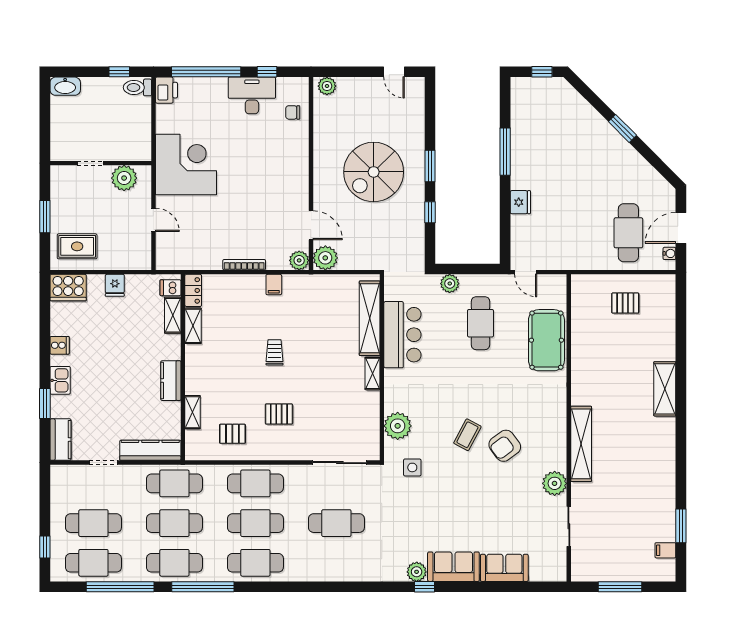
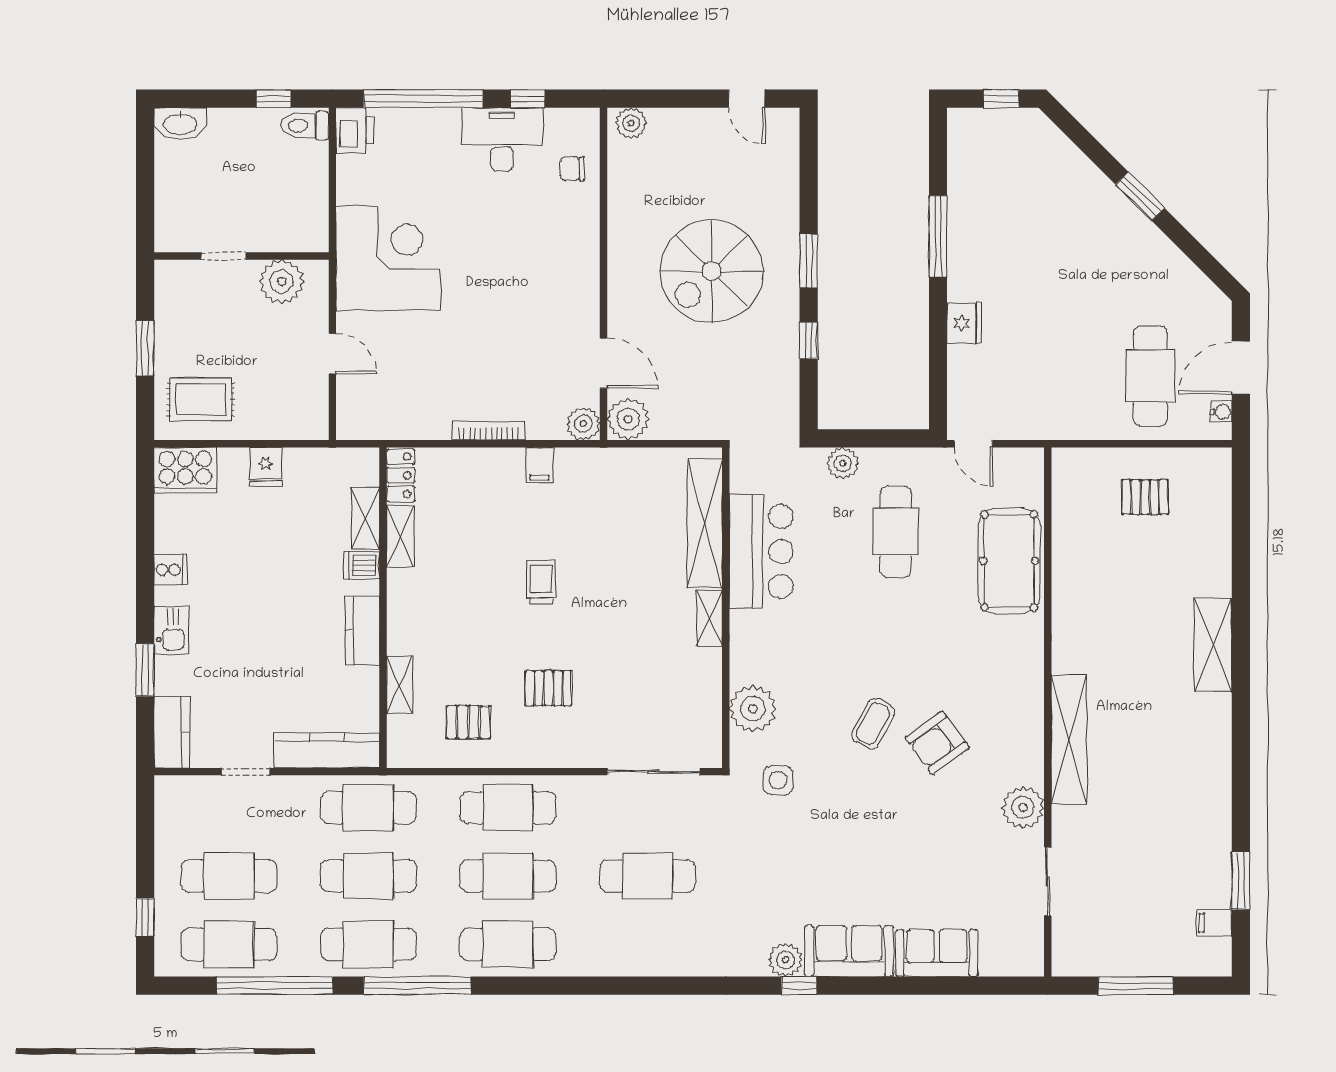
dishwasher: (170, 288) -> (362, 565), moved

